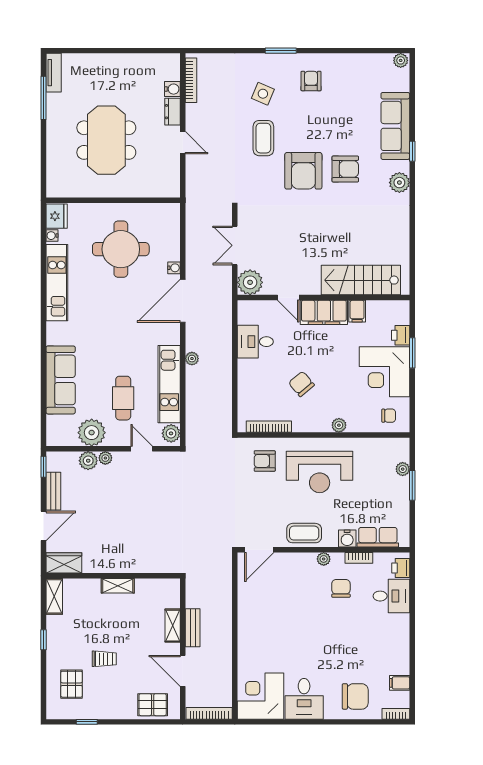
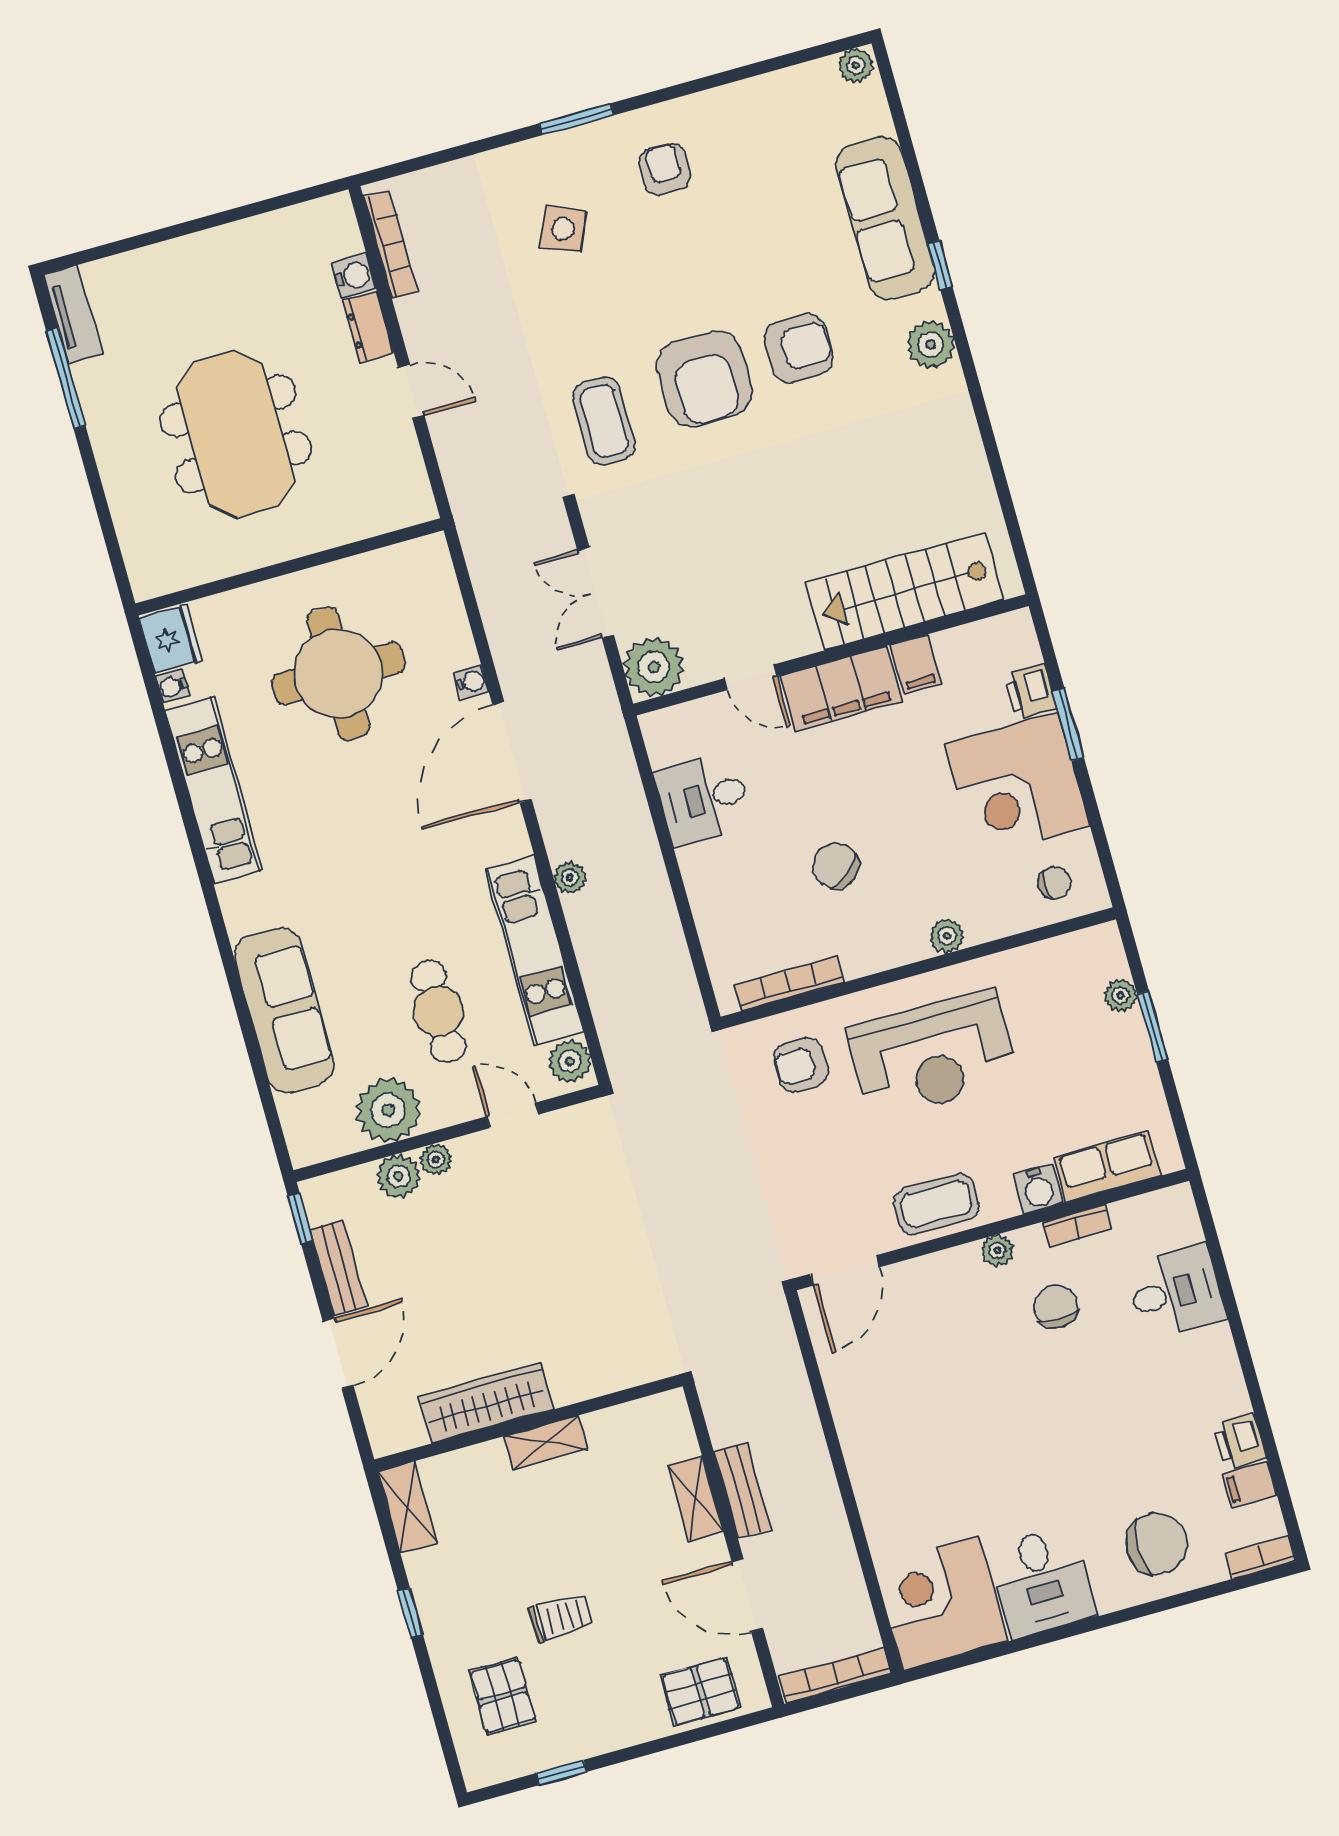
coffee table: (263, 138) -> (604, 421), moved
wardrobe: (64, 563) -> (486, 1403), moved, width x1.50
printer: (401, 568) -> (1240, 1441), moved

